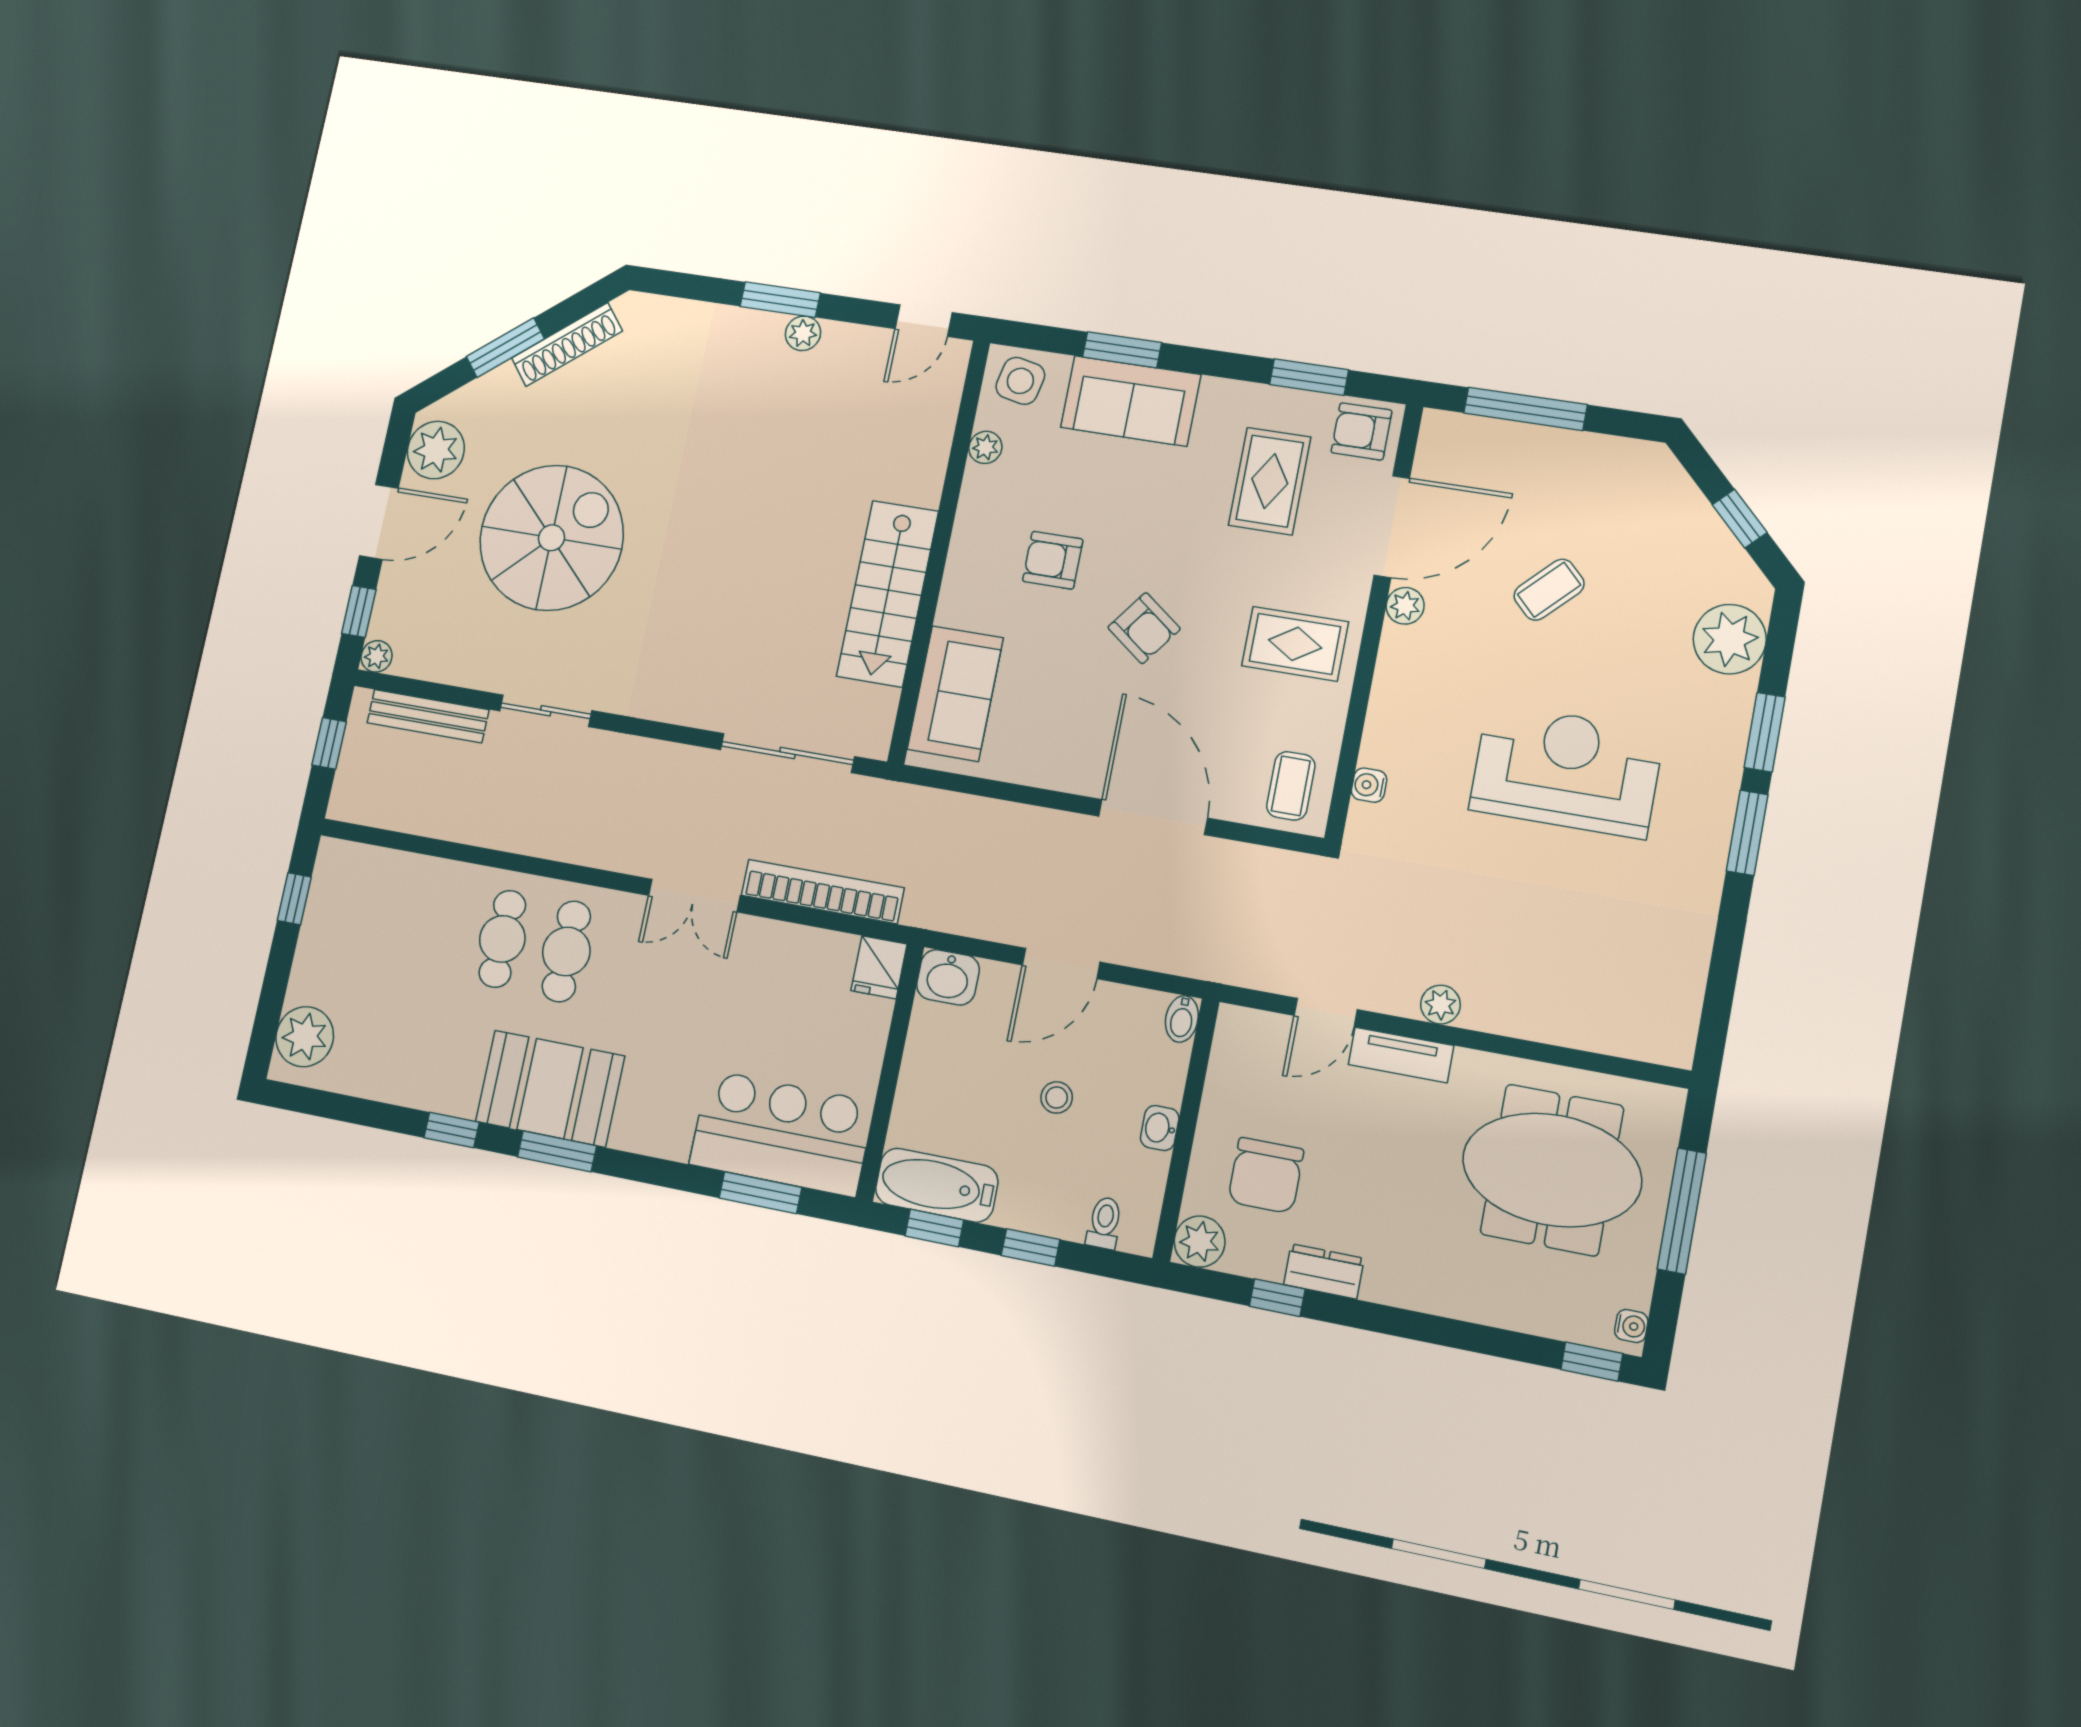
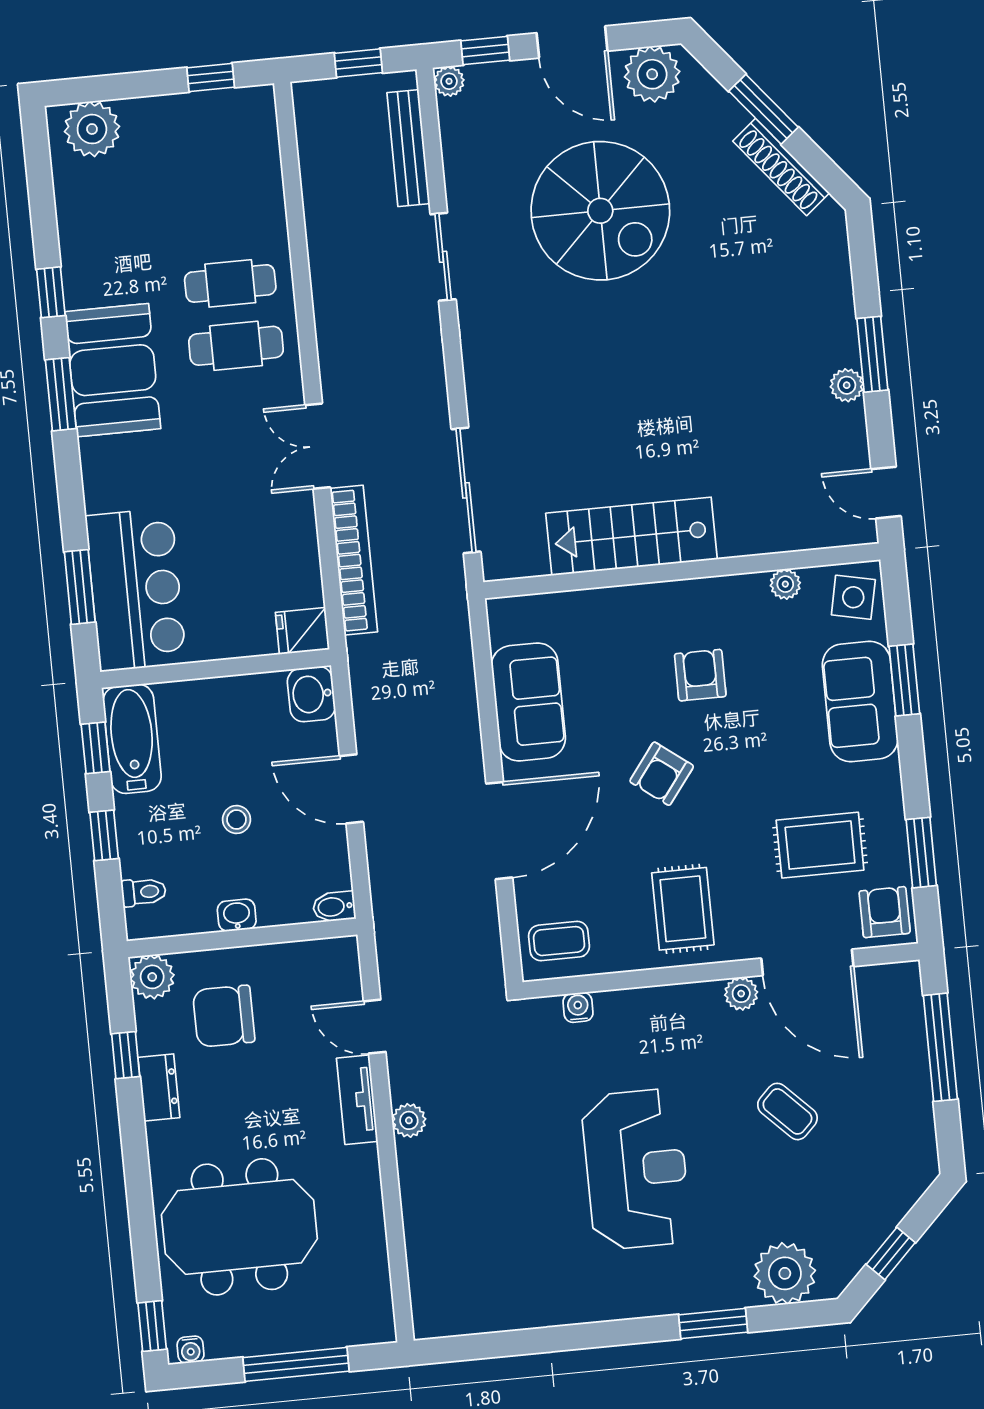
sofa: (955, 694) -> (528, 702), moved, turned -90
window: (1747, 833) -> (624, 1332), removed
meeting table: (1552, 1170) -> (239, 1227), moved, turned 90

